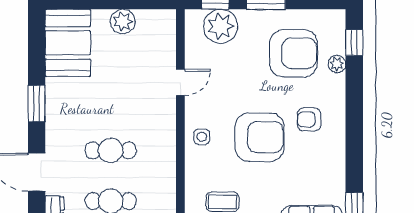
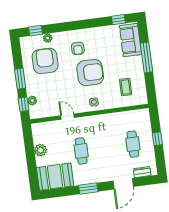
plant: (221, 26) -> (32, 100), width x0.53, depth x0.53
armchair: (259, 137) -> (90, 73), turned 90
cafe table: (111, 150) -> (81, 151), moved

